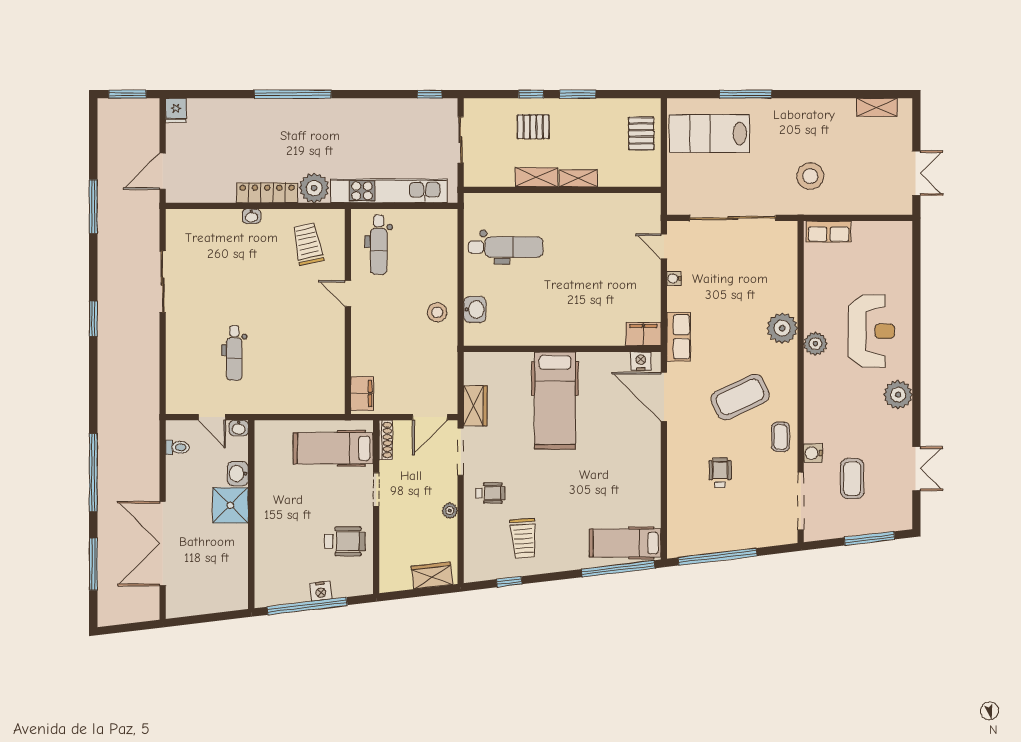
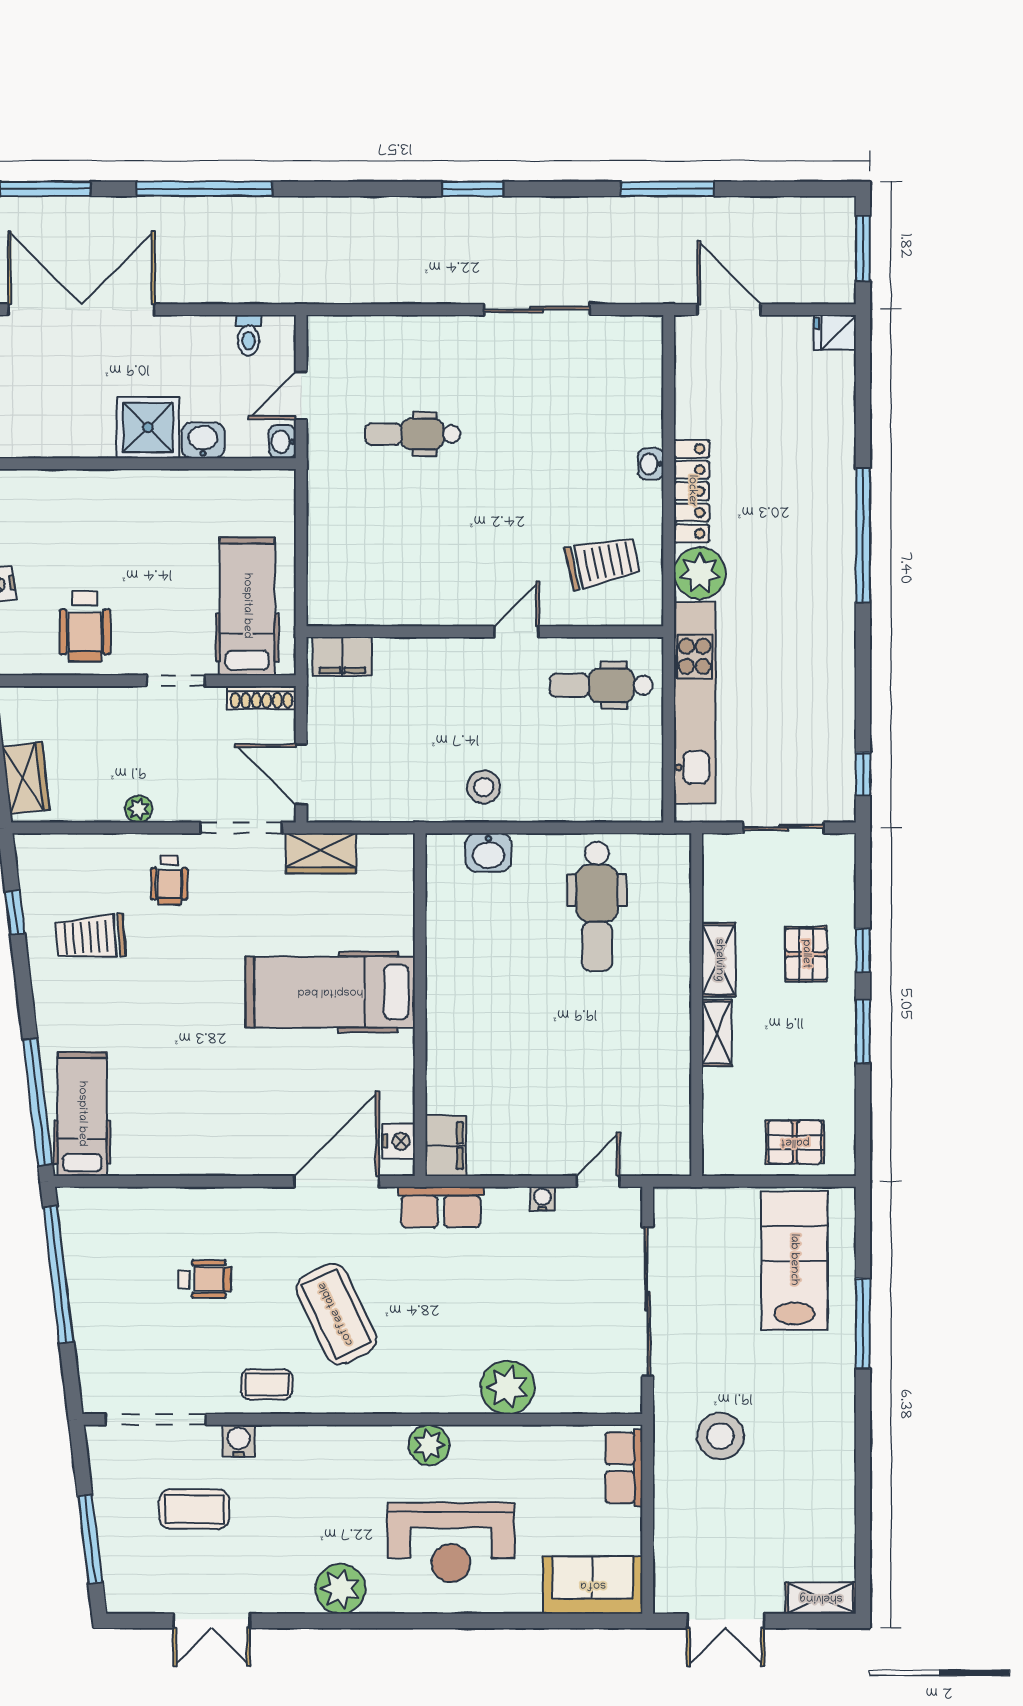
shelving: (877, 107) -> (821, 1598), moved, turned 90
sofa: (896, 250) -> (593, 1585), added
plant: (782, 328) -> (507, 1387), moved

